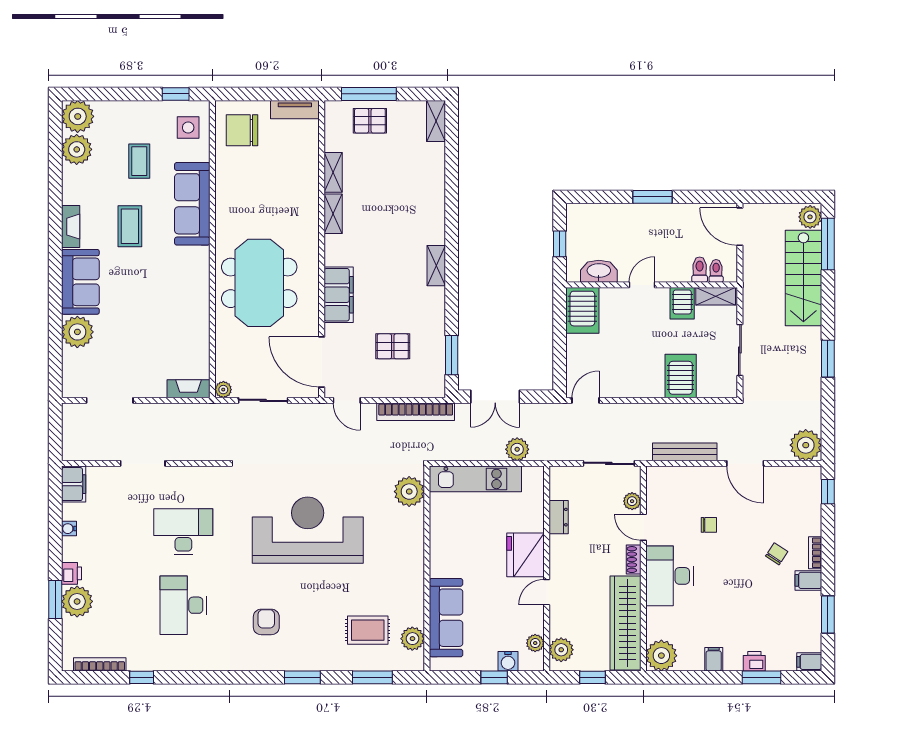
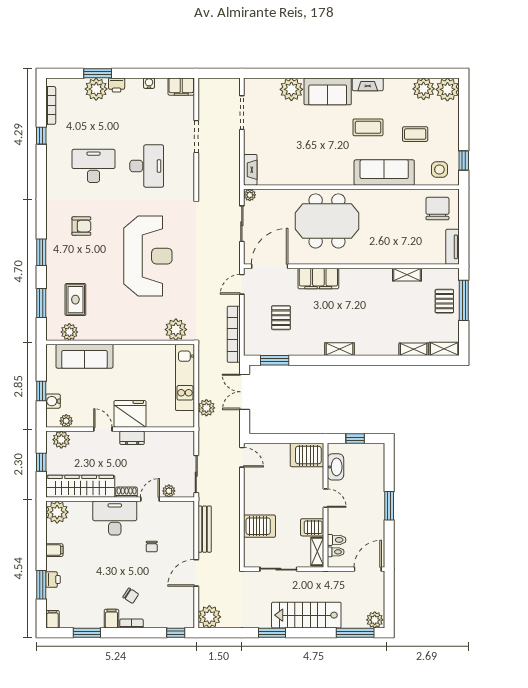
shelving: (333, 214) -> (414, 349), moved
stairs: (803, 278) -> (306, 615), moved
dresser: (559, 517) -> (132, 438), moved

